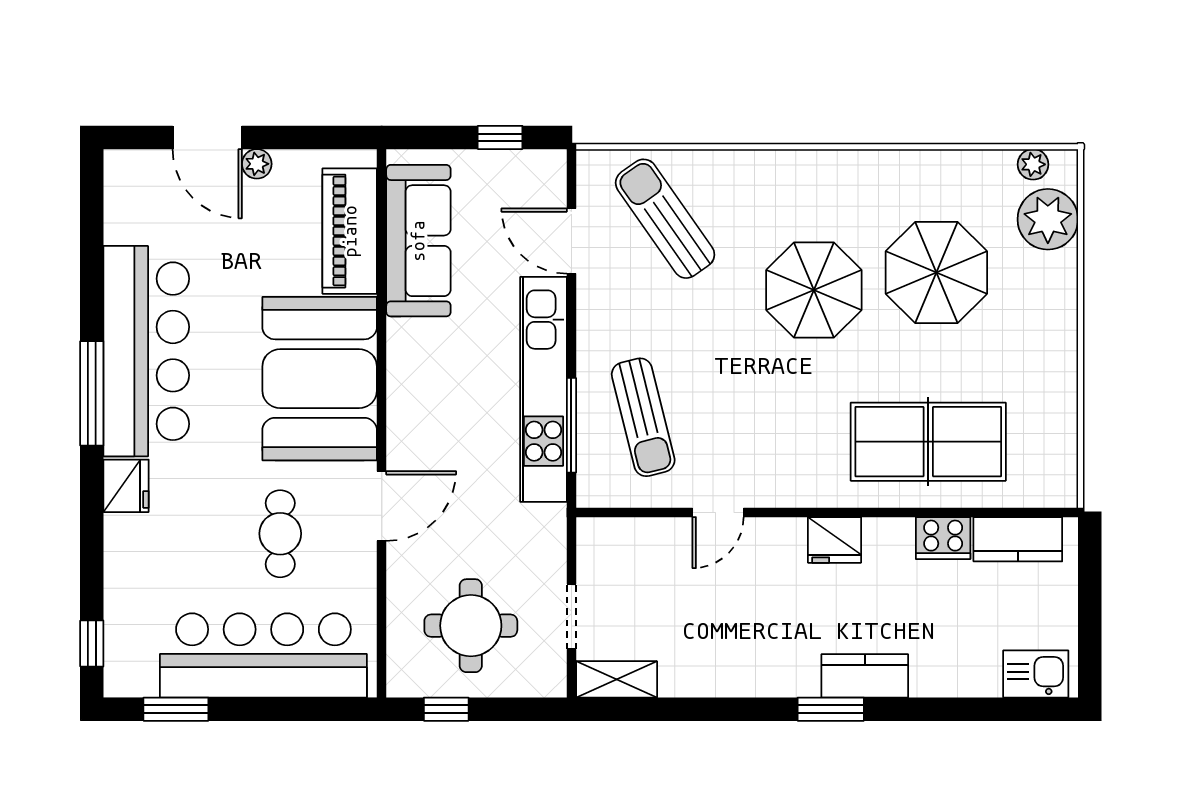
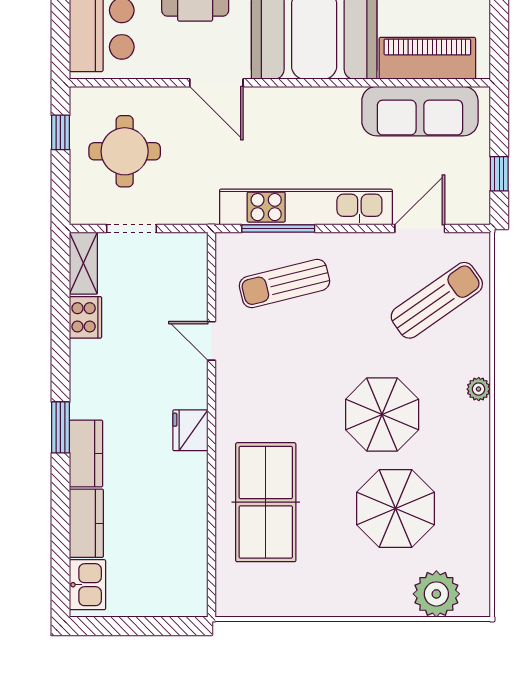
plant: (1033, 164) -> (479, 389), moved
cooker: (943, 538) -> (86, 317), moved, turned 180
kitchen counter: (1018, 539) -> (86, 523), moved, turned 180

